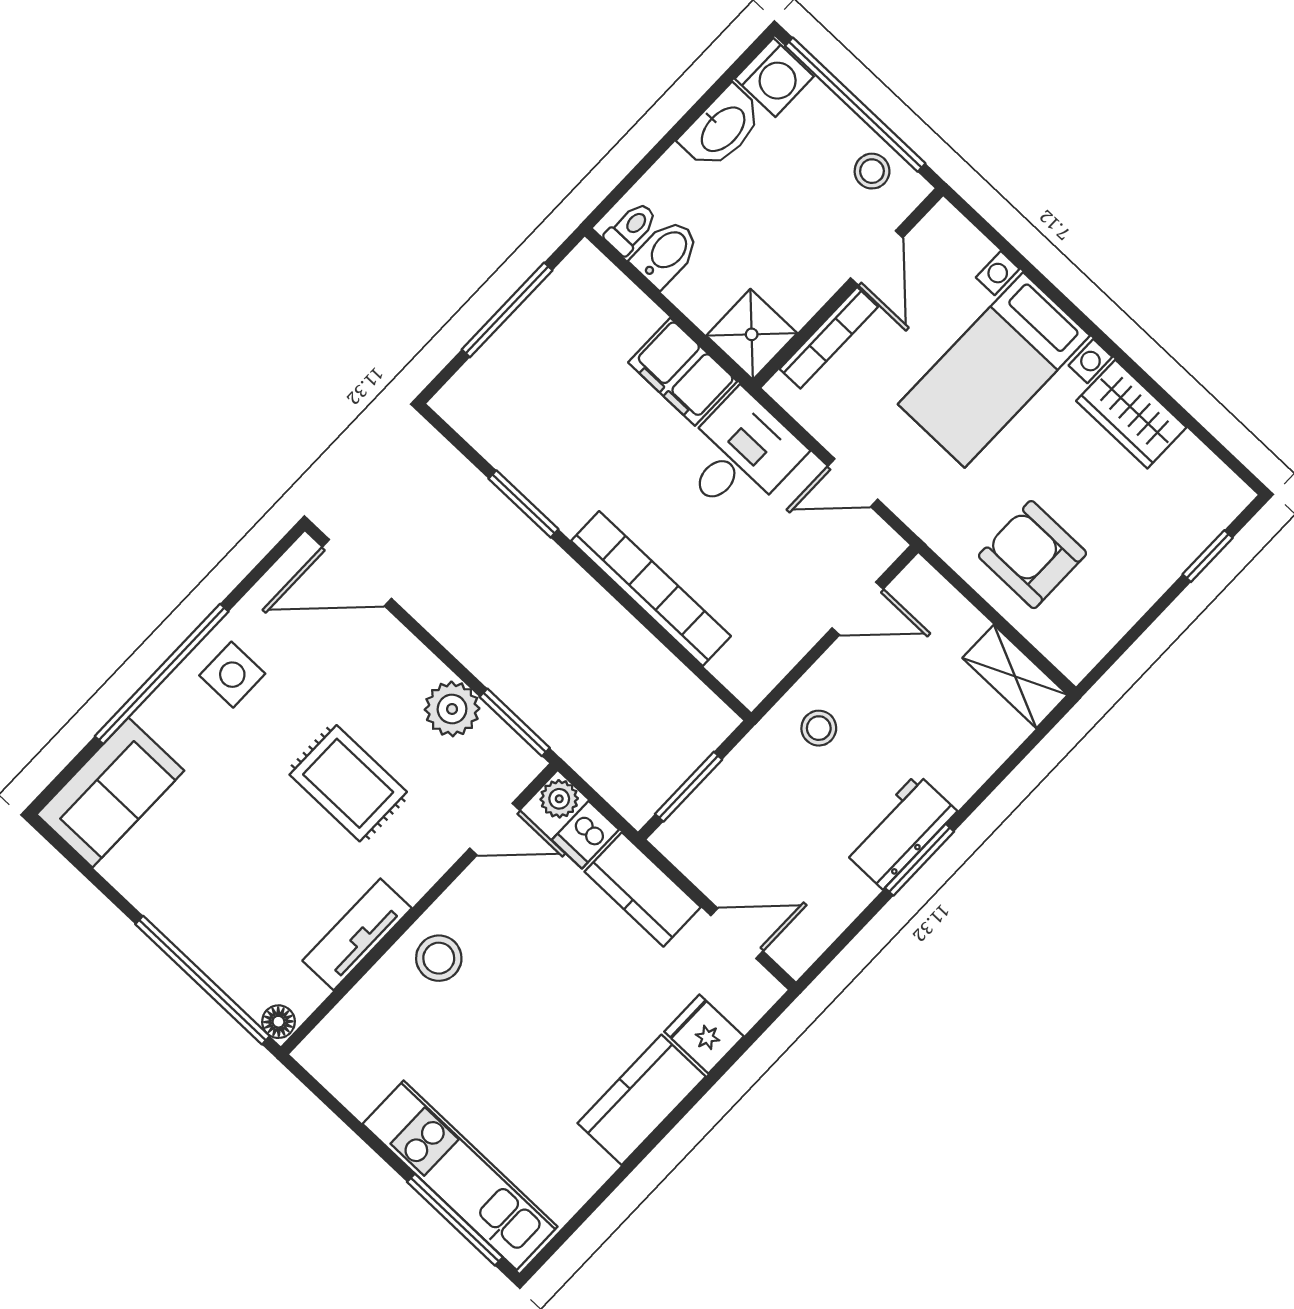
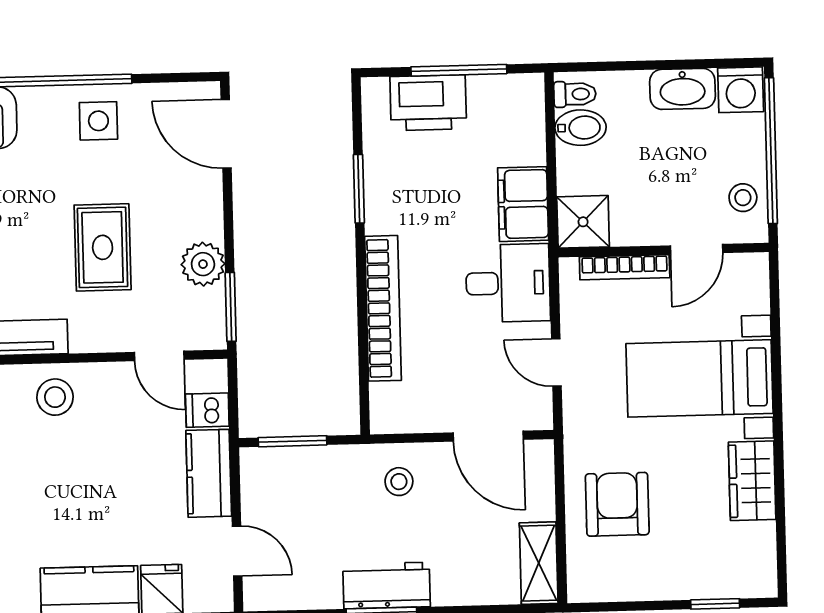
printer: (509, 366) -> (428, 103), added
door: (858, 609) -> (488, 436), width x1.37
plant: (559, 799) -> (213, 375), removed

